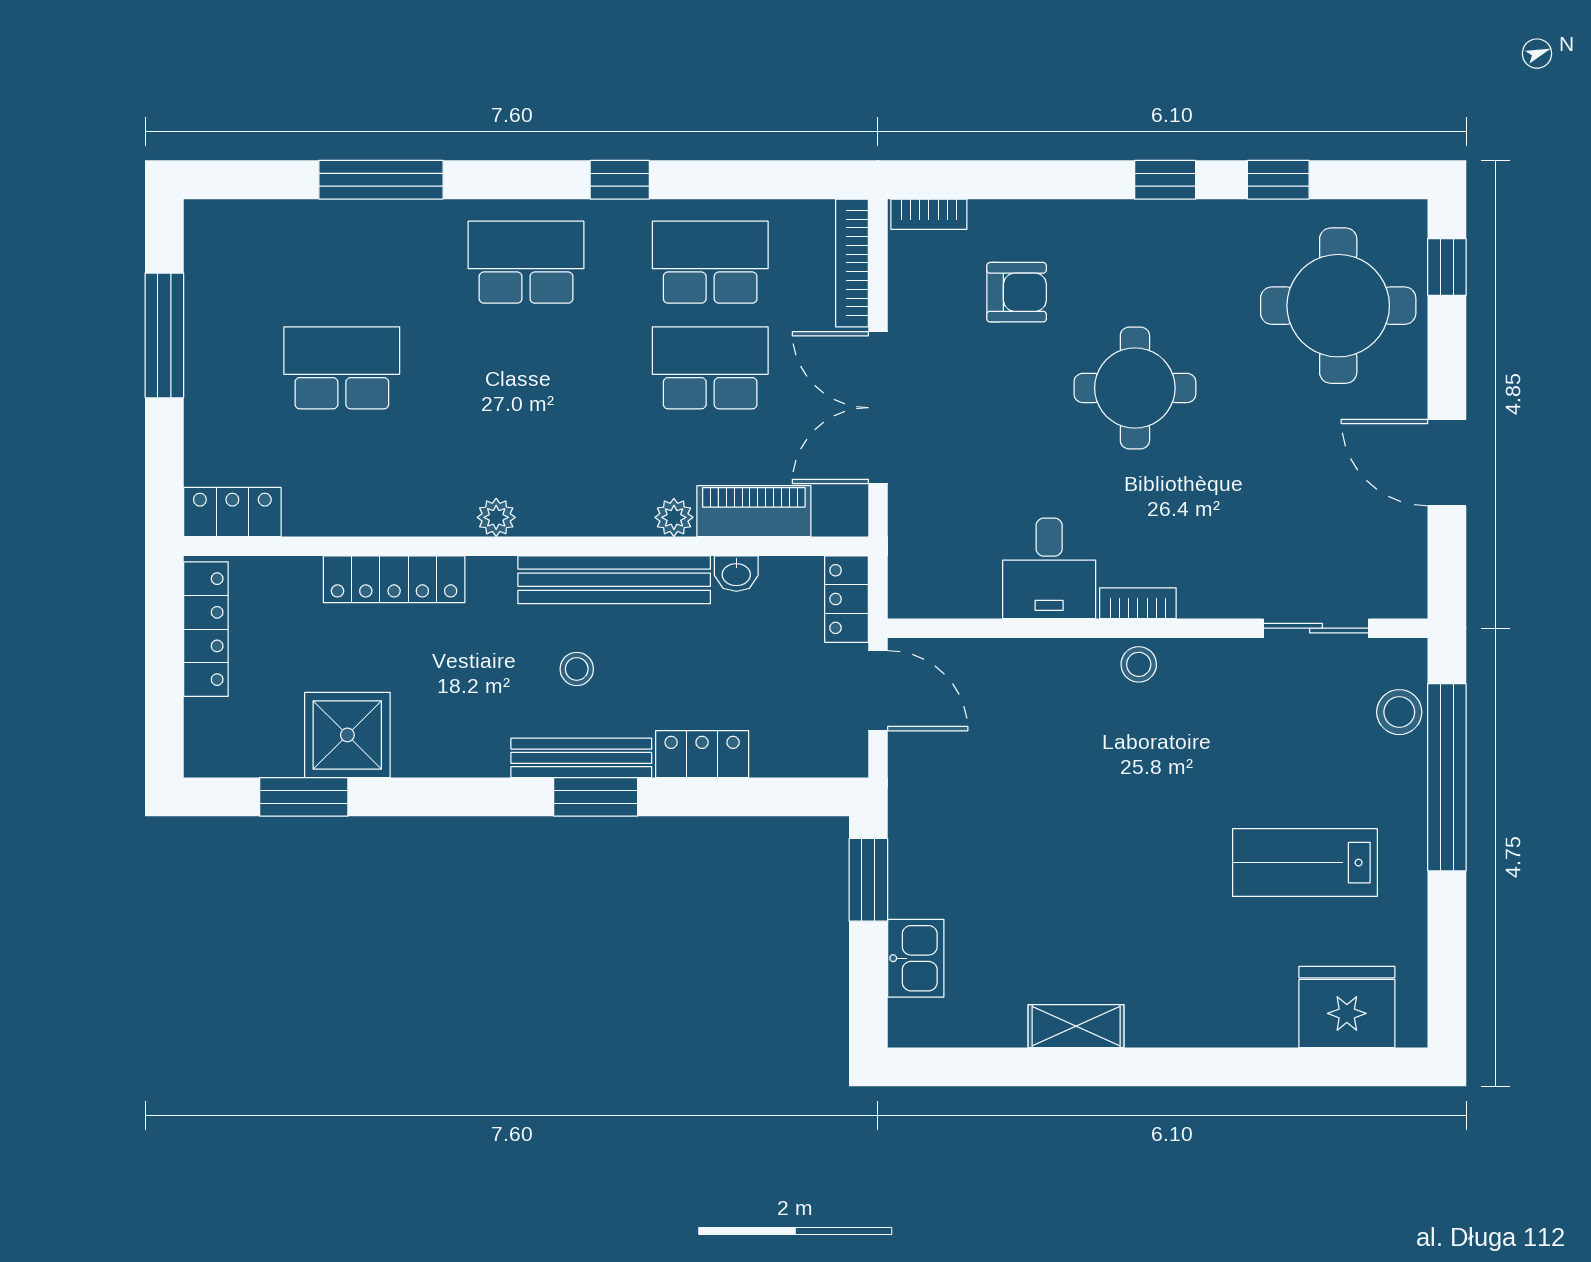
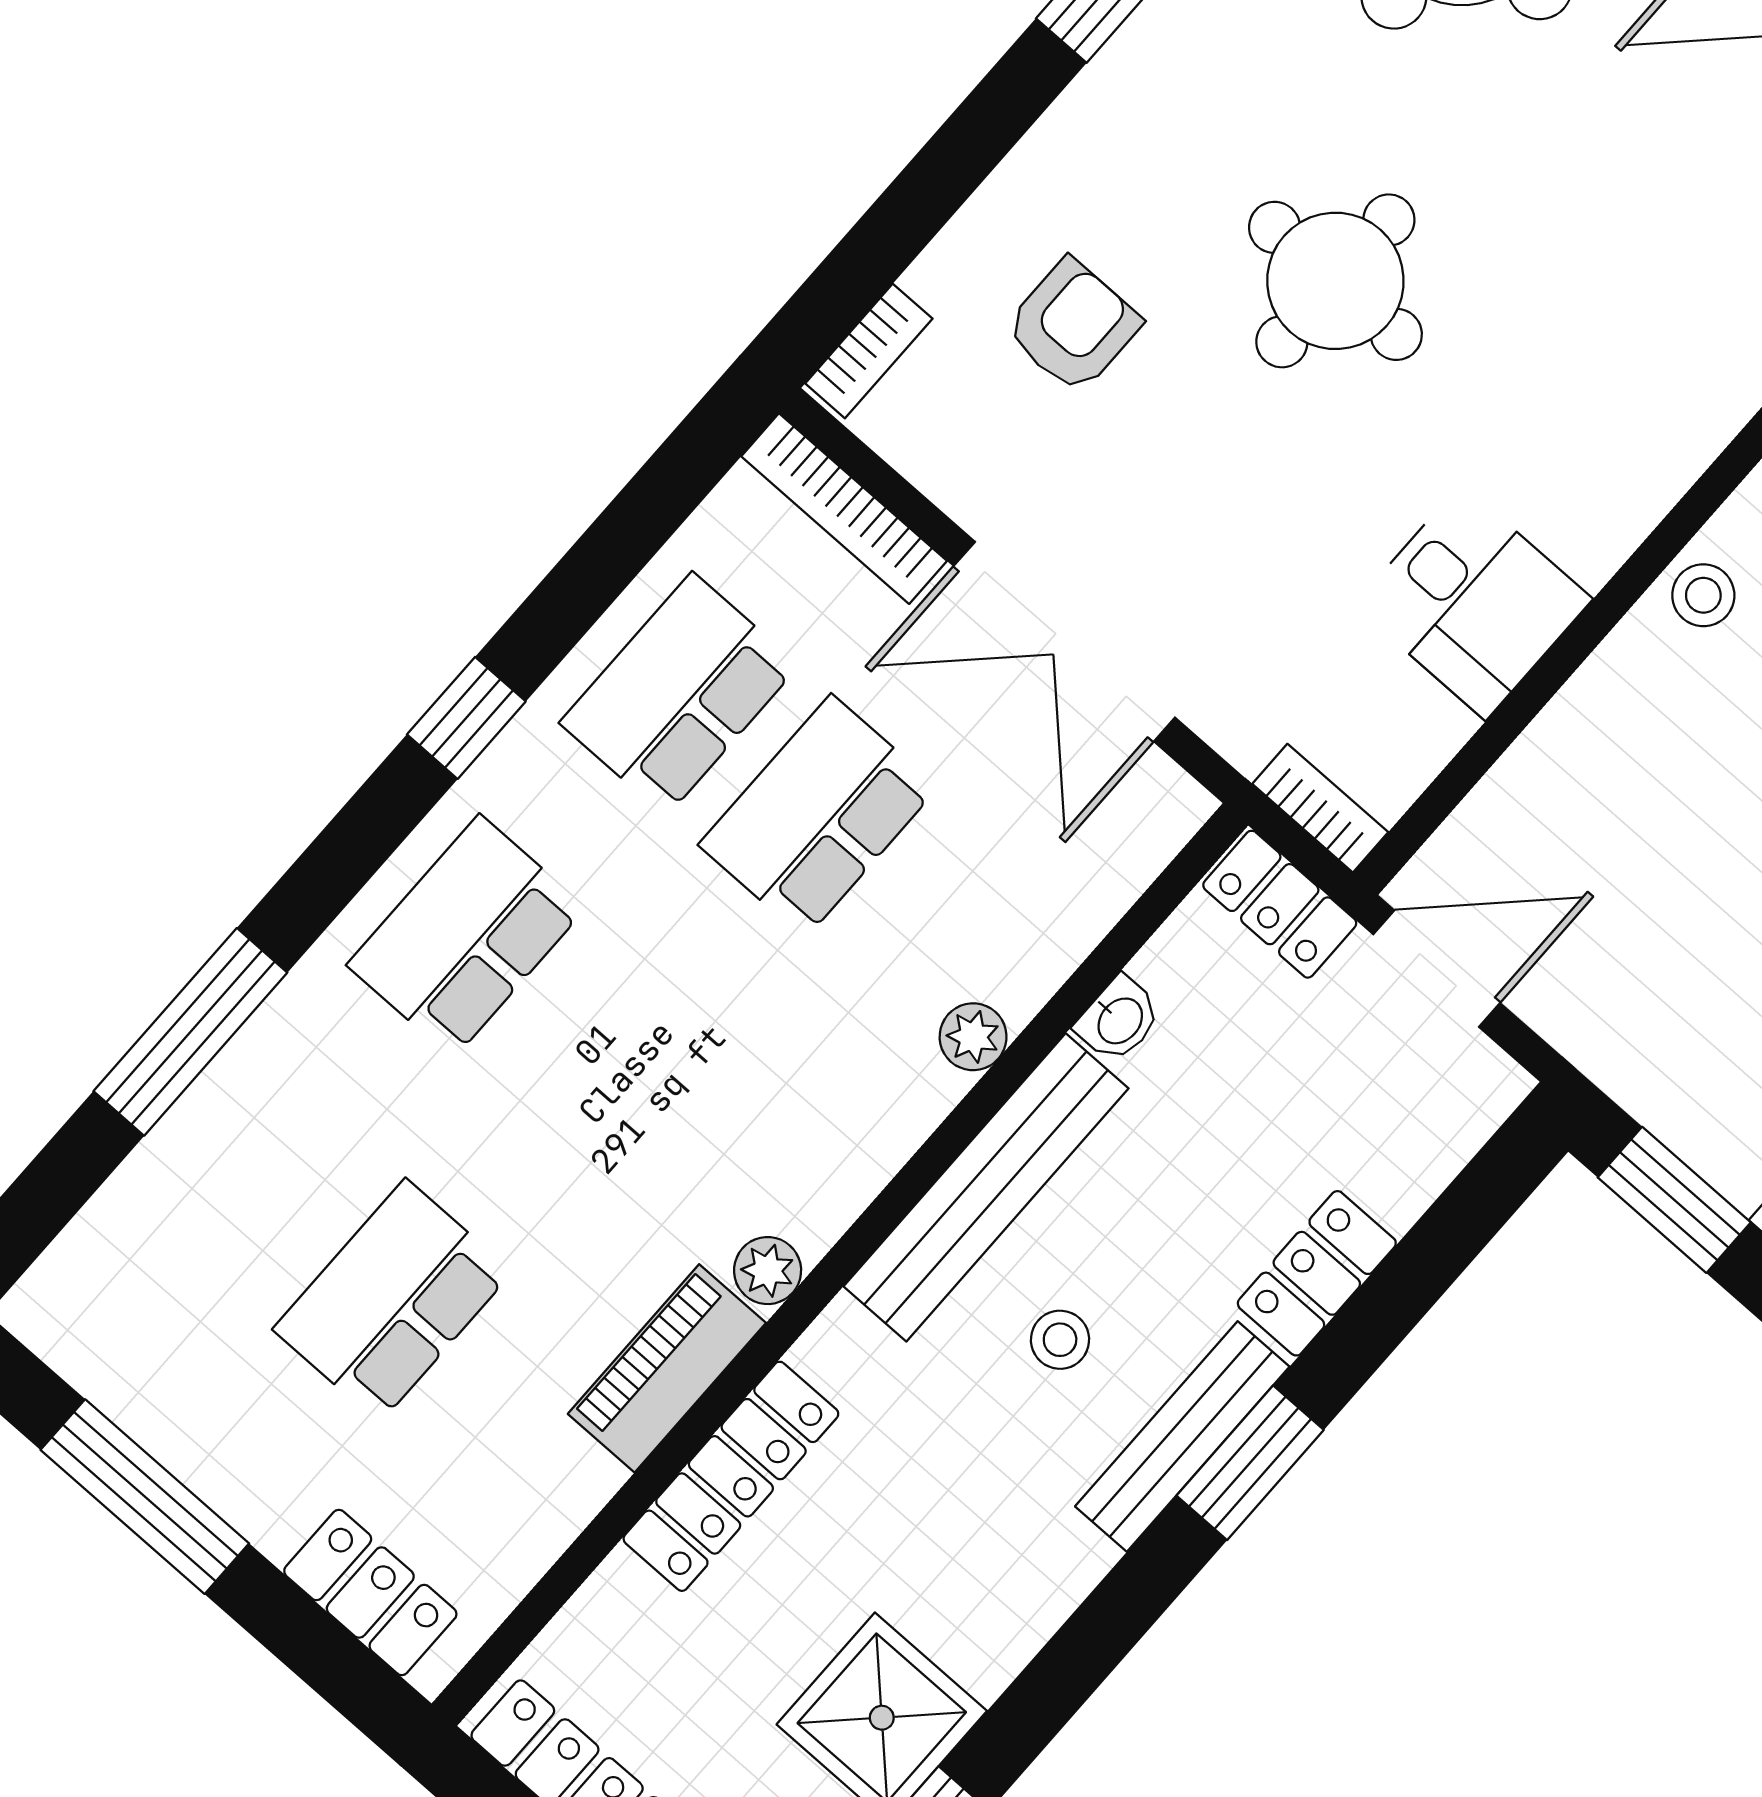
piano: (754, 511) -> (667, 1368), moved
locker: (232, 512) -> (370, 1592), moved, turned 90
bookcase: (1138, 603) -> (1320, 808), moved, turned 90

